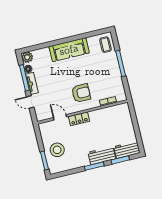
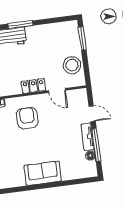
sofa: (69, 50) -> (43, 173), width x0.73
plant: (27, 57) -> (90, 170), removed
armchair: (81, 93) -> (27, 118), turned 90
stool: (57, 150) -> (72, 65), moved

